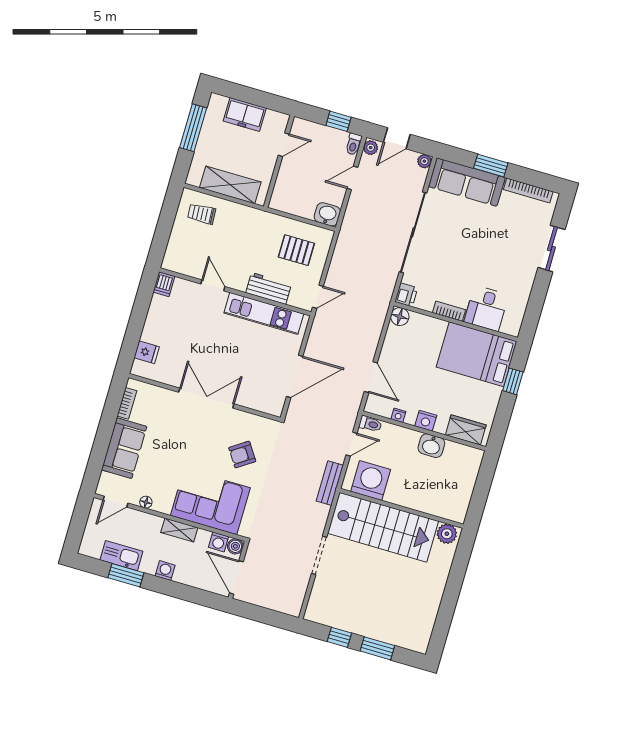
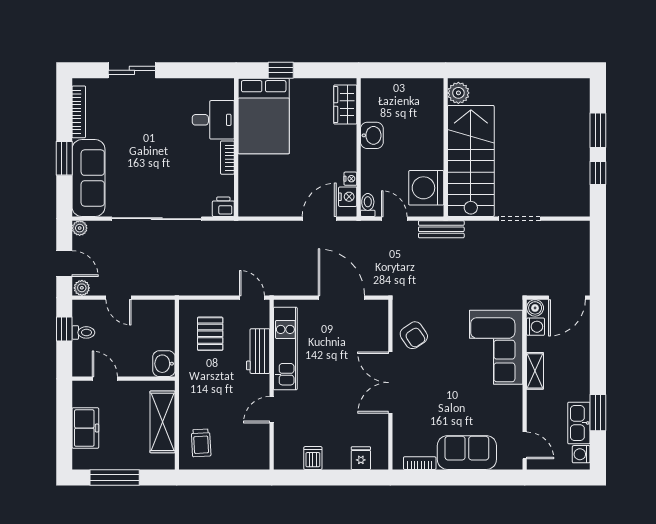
toilet: (354, 144) -> (83, 332), moved
washbasin: (327, 214) -> (164, 364), moved
dishwasher: (164, 284) -> (313, 458), moved, turned -90
floor lamp: (400, 317) -> (248, 207), removed
nightstand: (426, 421) -> (348, 197), moved
armchair: (242, 455) -> (414, 335), moved
floor lamp: (146, 502) -> (516, 414), removed
washing machine: (165, 571) -> (581, 454), moved

